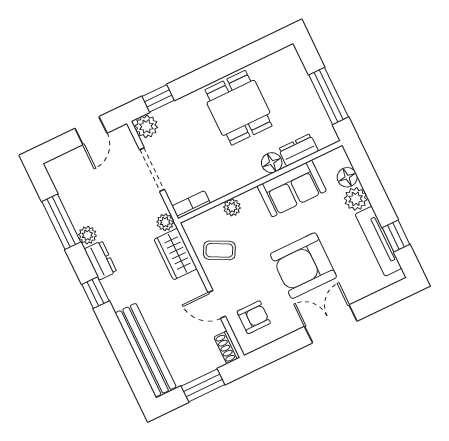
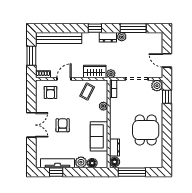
dining table: (238, 108) -> (146, 130), turned 90
floor lamp: (272, 163) -> (115, 162), moved
armchair: (303, 266) -> (63, 125), width x0.53, depth x0.53

